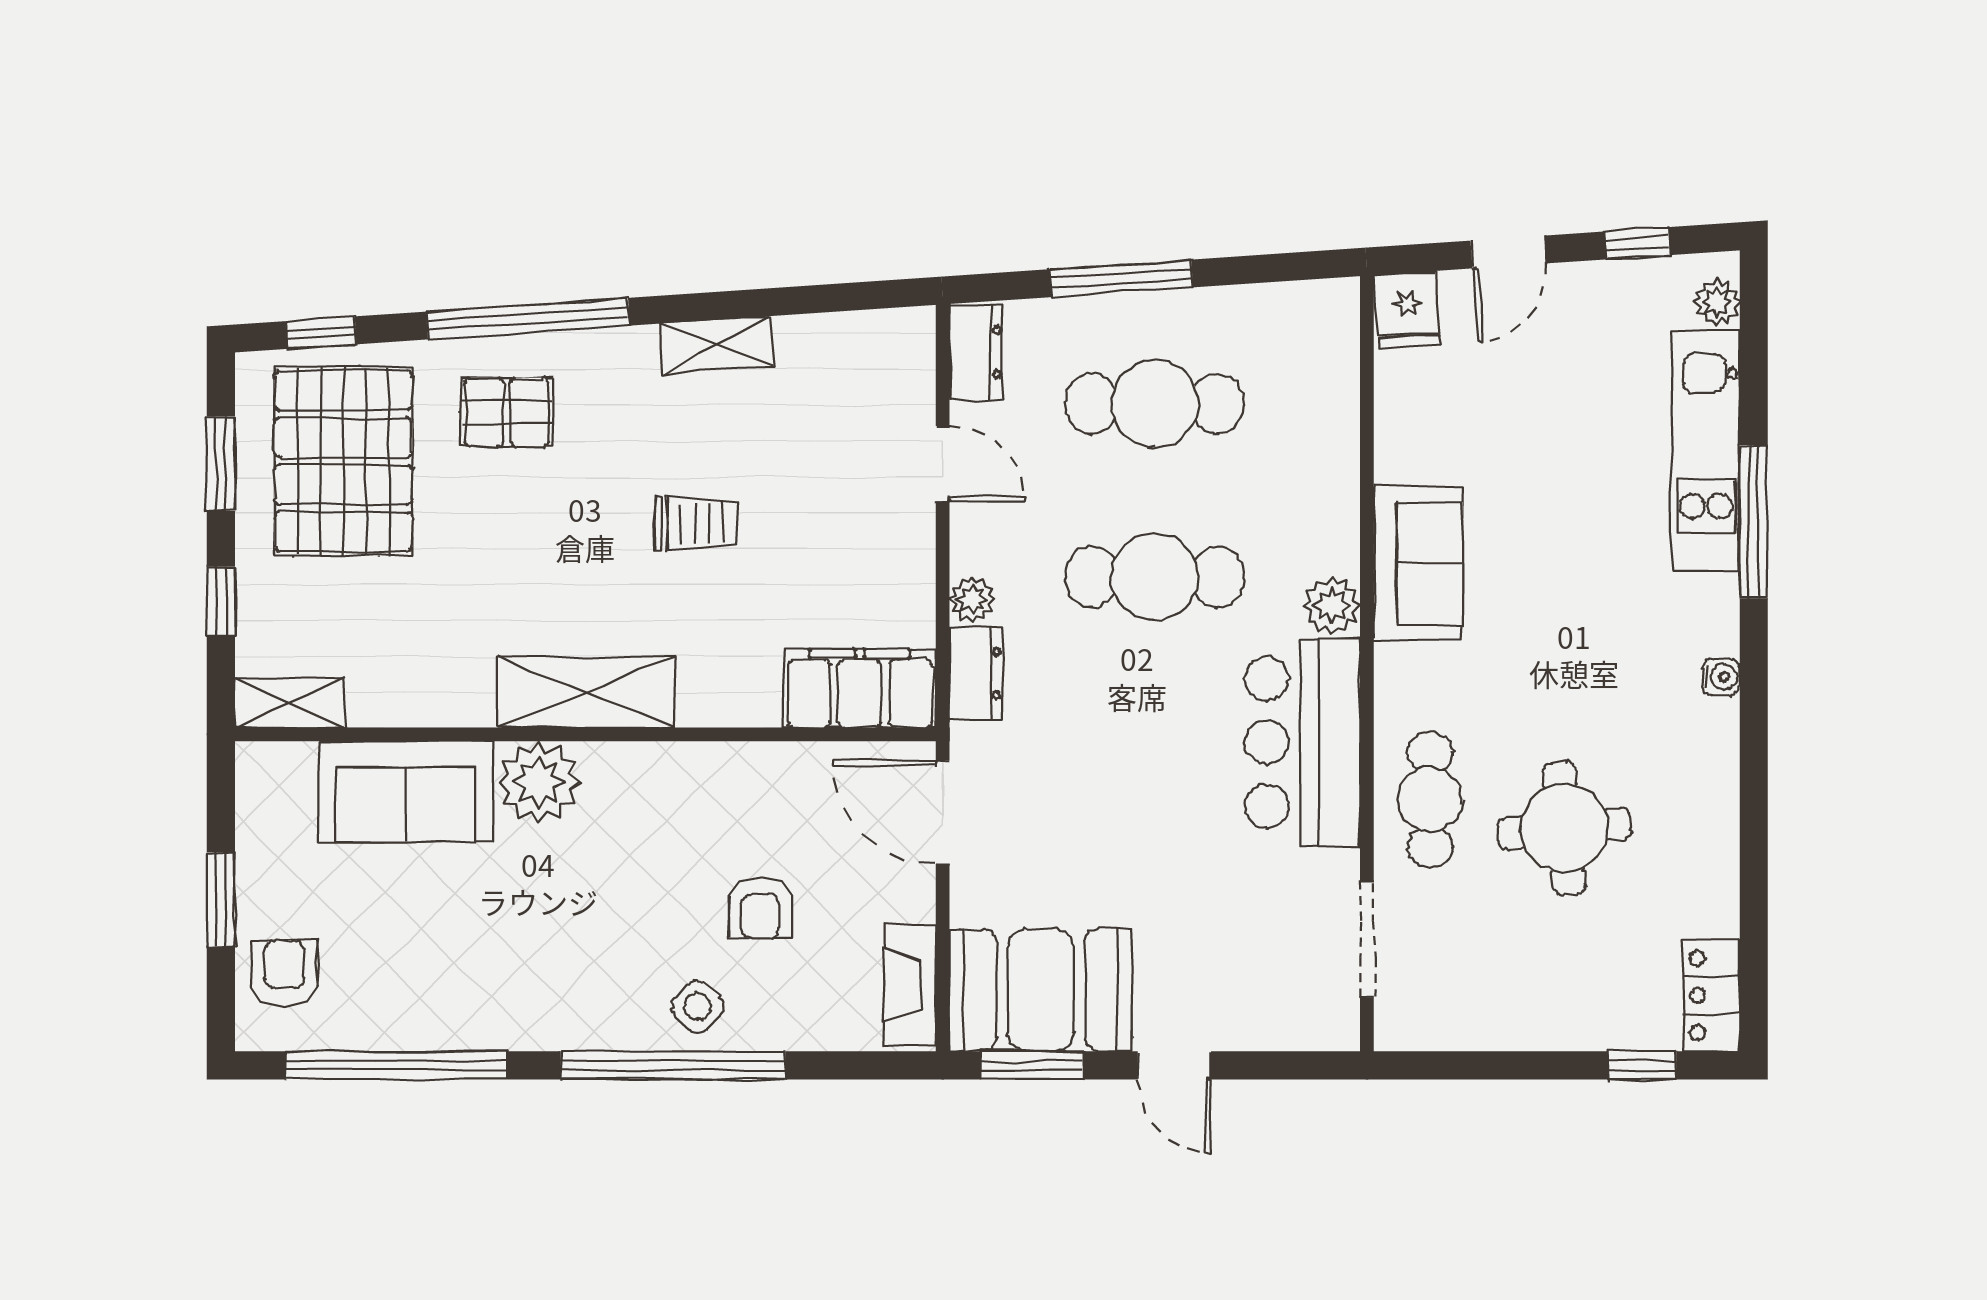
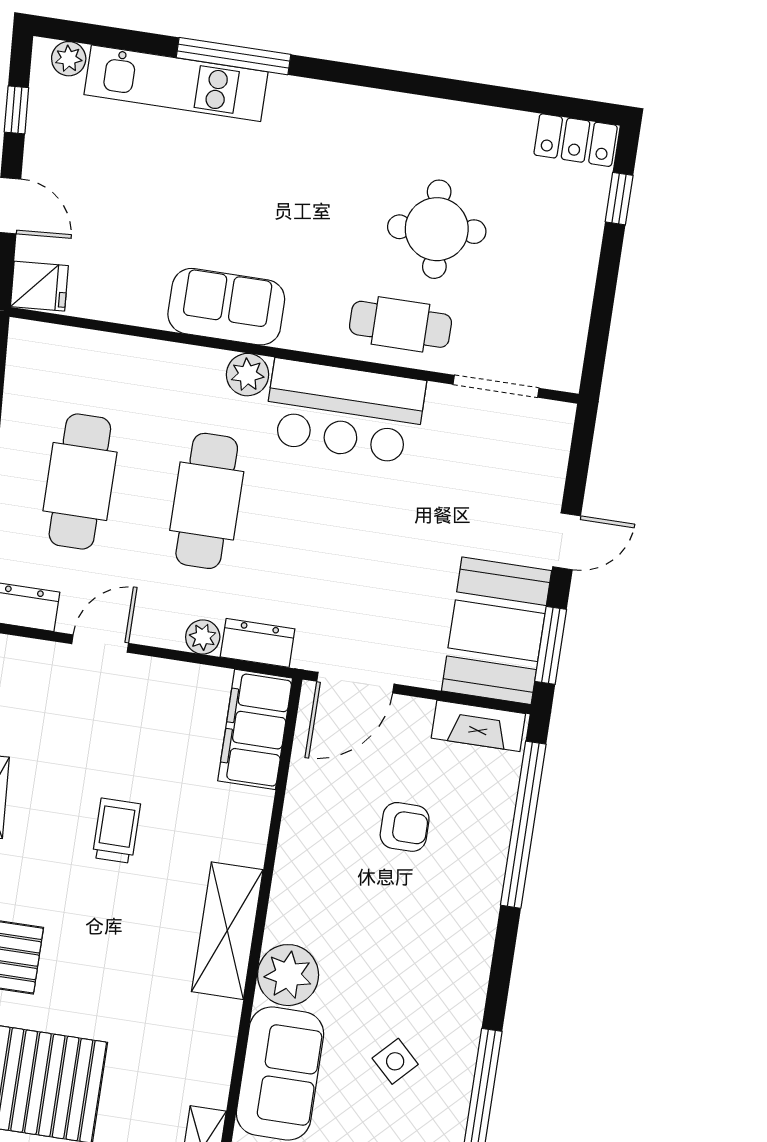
water cooler: (1721, 677) -> (343, 98), removed
side table: (698, 1007) -> (395, 1061), moved
window: (673, 1065) -> (523, 825), moved

